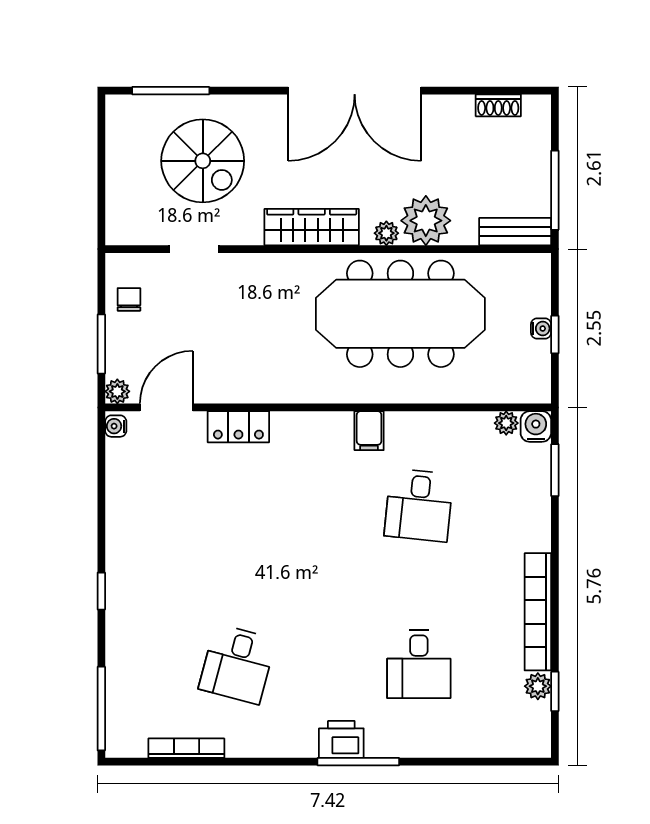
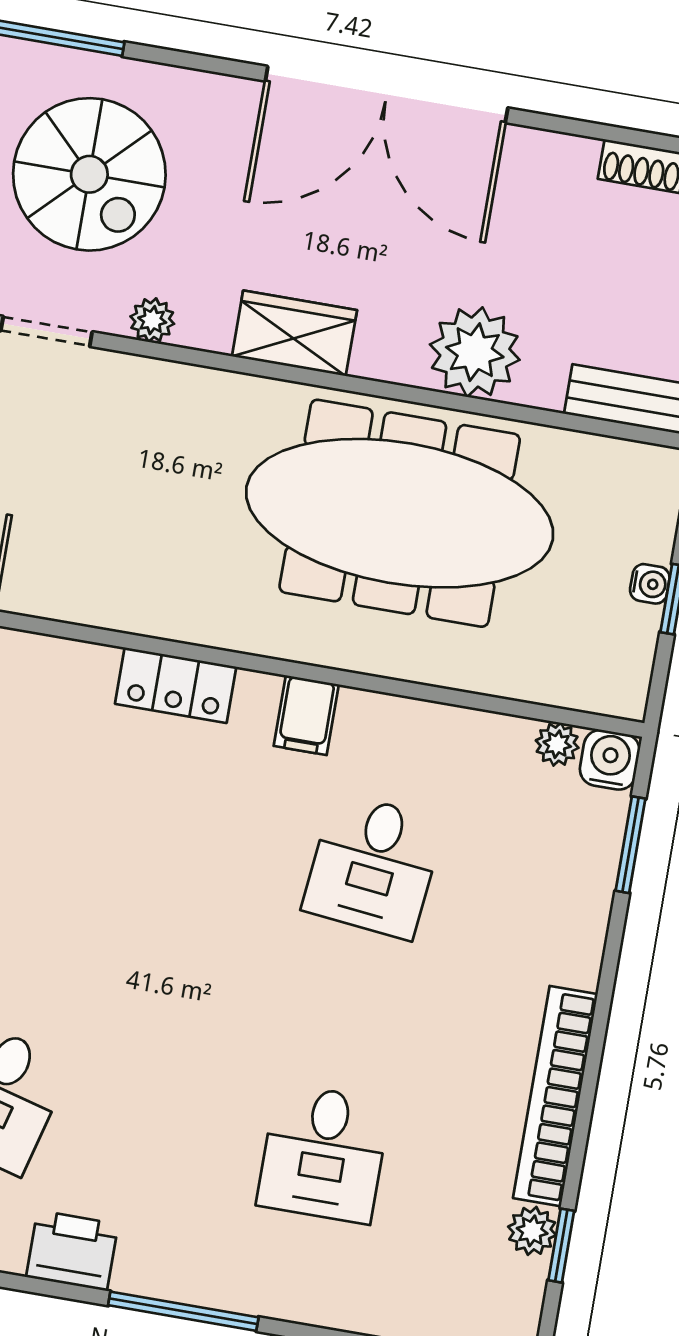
wardrobe: (312, 227) -> (294, 333), width x0.67
plant: (386, 233) -> (152, 320), moved
locker: (238, 427) -> (176, 685), moved
printer: (341, 739) -> (72, 1251), moved

